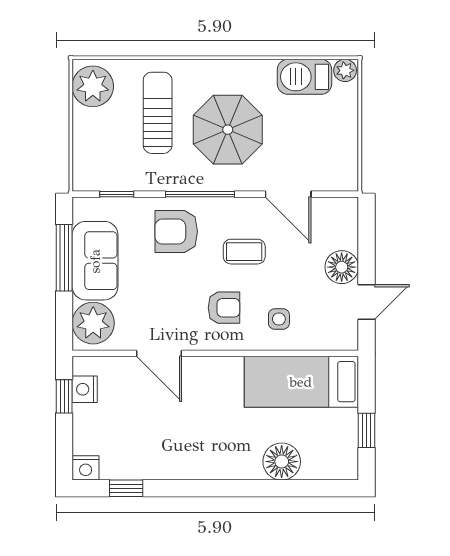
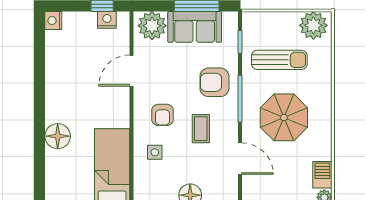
barbecue: (304, 77) -> (322, 175), width x0.73, depth x0.79
sun lounger: (158, 113) -> (279, 60), moved
door: (288, 194) -> (240, 159), swing flipped
armchair: (176, 232) -> (214, 82), turned -90
floor lamp: (282, 462) -> (58, 136), moved
window: (126, 488) -> (39, 48), removed

